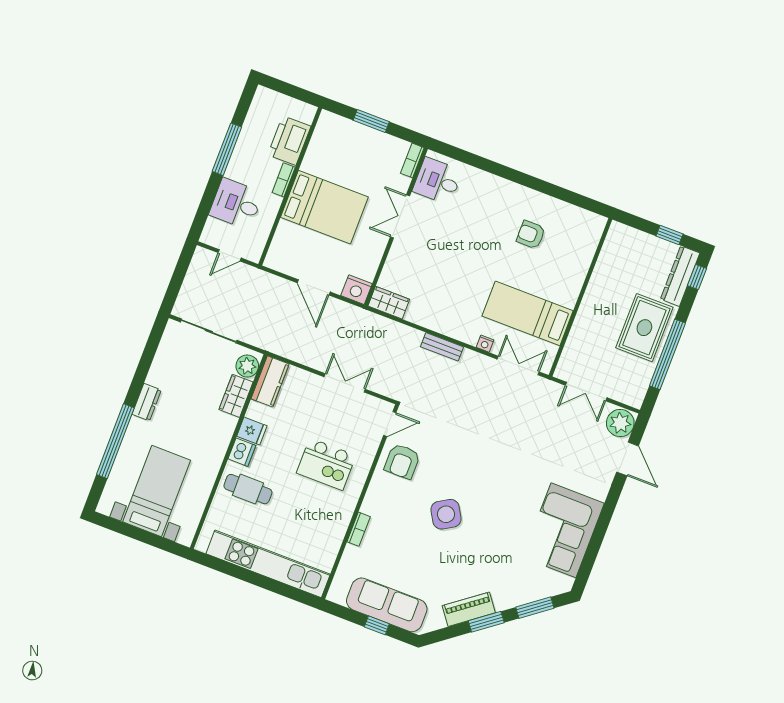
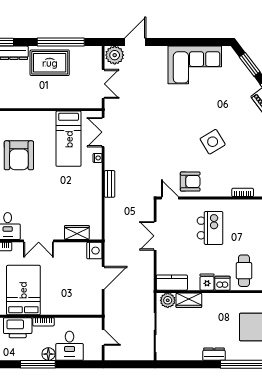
floor lamp: (236, 170) -> (48, 354), added
bed: (324, 207) -> (23, 290), moved
armchair: (531, 235) -> (19, 155), width x1.88, depth x1.88
wardrobe: (389, 303) -> (77, 233), moved, turned 90

